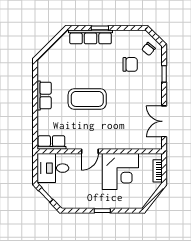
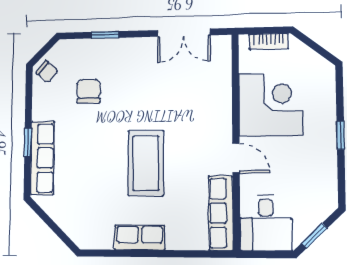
chair: (149, 49) -> (47, 72), moved
row of seats: (51, 143) -> (221, 213), width x1.48

